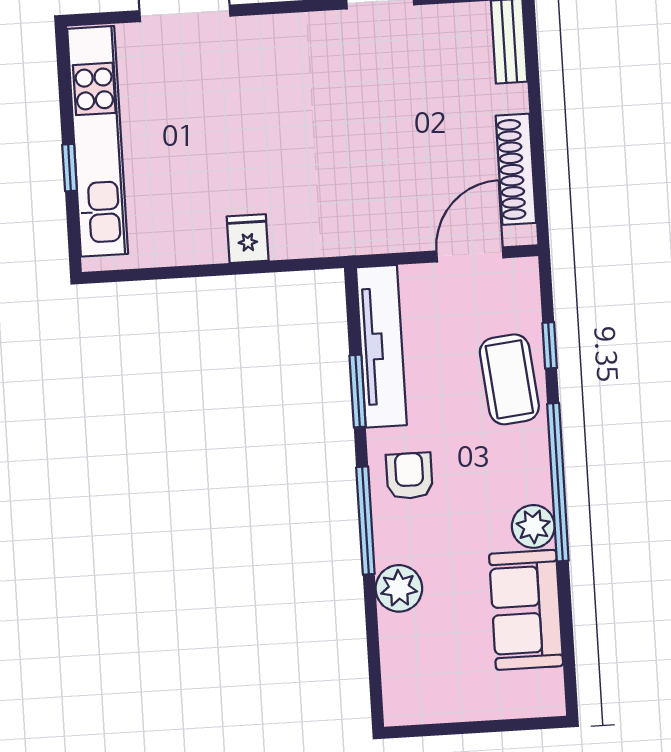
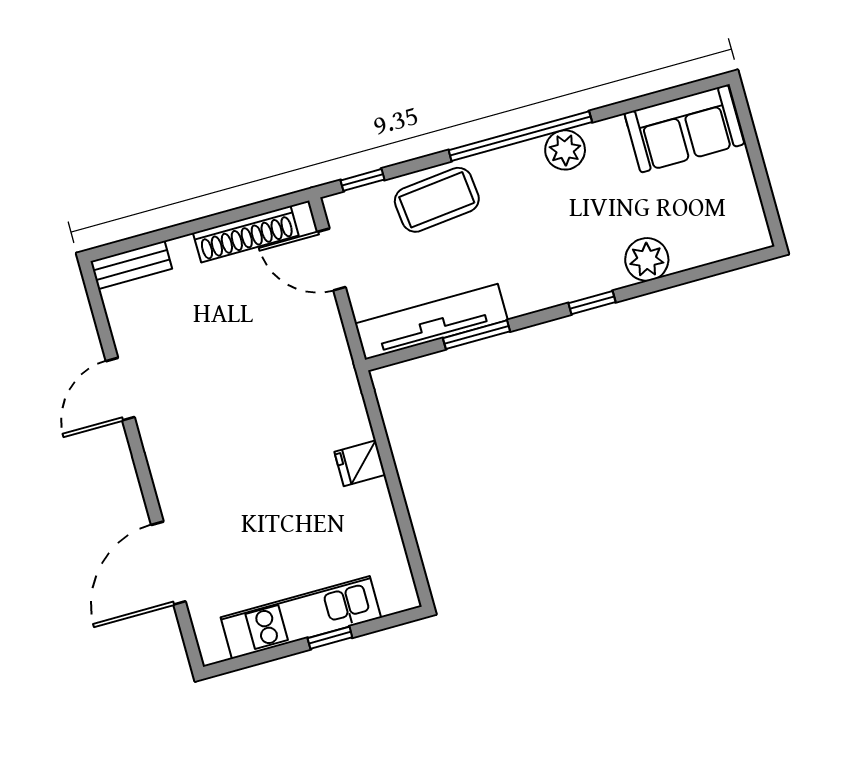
kitchen unit: (98, 141) -> (301, 618), width x0.73
window: (550, 345) -> (363, 180), moved
armchair: (409, 476) -> (543, 272), removed
window: (365, 521) -> (592, 303), width x0.46
sofa: (526, 610) -> (684, 129), moved

